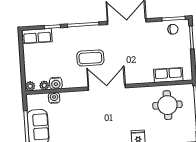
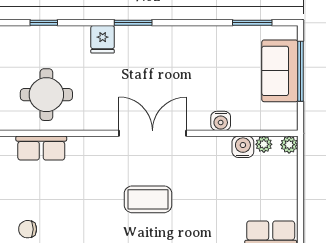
coffee table: (90, 58) -> (148, 199), moved
double door: (107, 87) -> (153, 133), swing flipped
water cooler: (54, 98) -> (221, 121), moved

